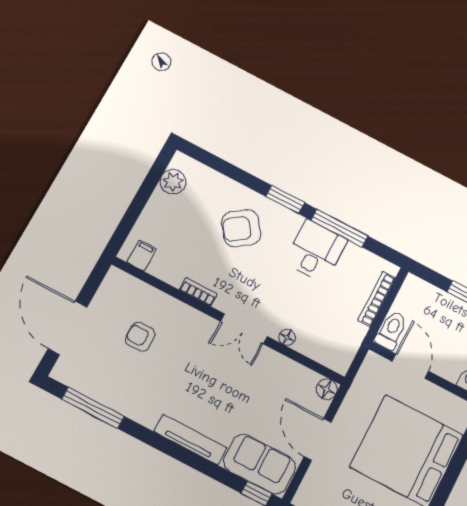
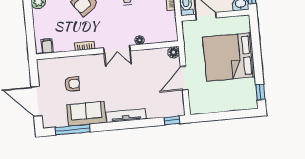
armchair: (140, 337) -> (72, 84), turned 180
door: (318, 439) -> (184, 78), hinge flipped
sofa: (260, 464) -> (86, 114), moved

